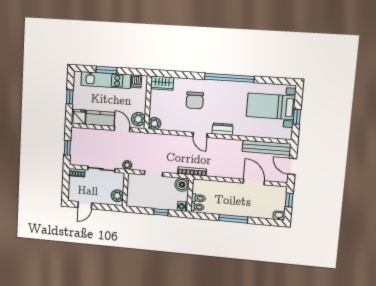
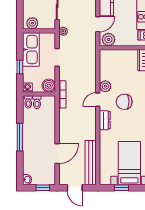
chair: (195, 100) -> (124, 102), moved
plant: (154, 124) -> (105, 86), moved
door: (292, 166) -> (75, 188), swing flipped
kitchen sink: (144, 200) -> (31, 49), added

